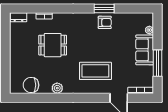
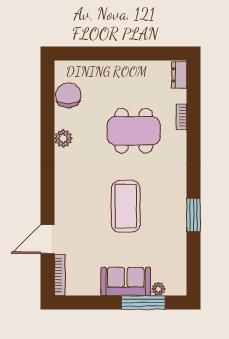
armchair: (105, 22) -> (171, 216), removed
dining table: (53, 45) -> (134, 131), width x1.37
window: (158, 63) -> (143, 303), moved
coffee table: (95, 71) -> (126, 206), moved

